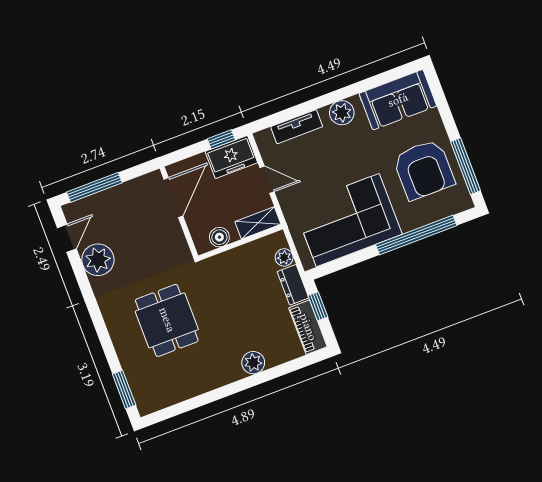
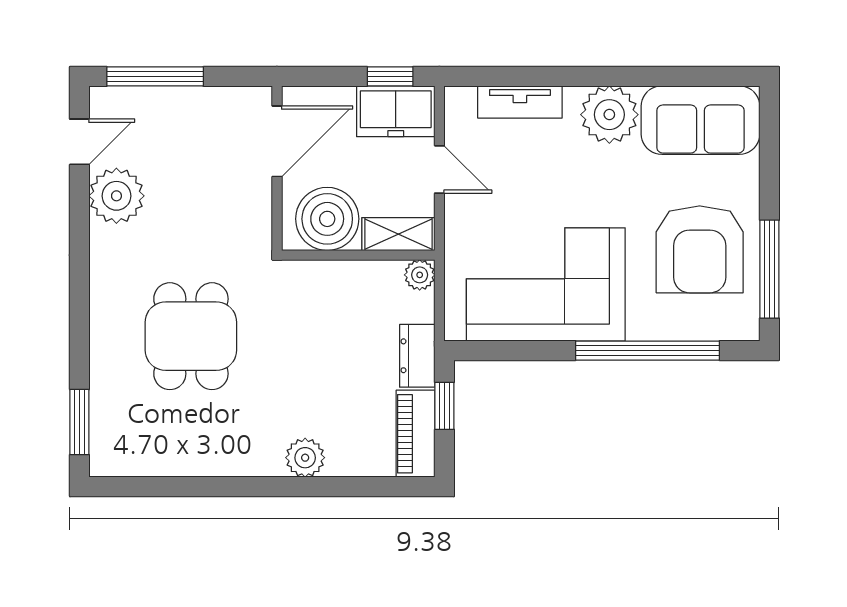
plant: (342, 113) -> (609, 115), width x1.36, depth x1.36
boiler: (219, 237) -> (327, 219), width x1.86, depth x1.86
plant: (284, 257) -> (420, 275), moved

